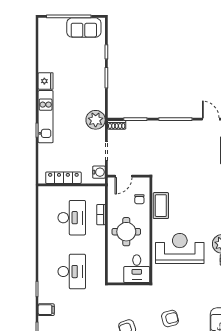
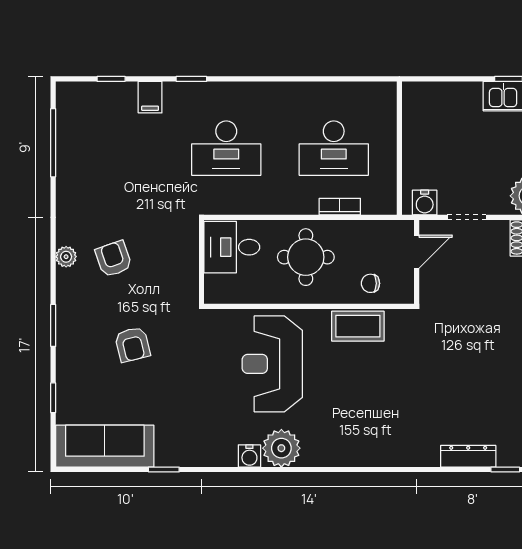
door: (124, 176) -> (417, 252), swing flipped
locker: (63, 178) -> (413, 132), removed
reception desk: (180, 248) -> (272, 364), turned 180
desk: (137, 269) -> (232, 247), moved

